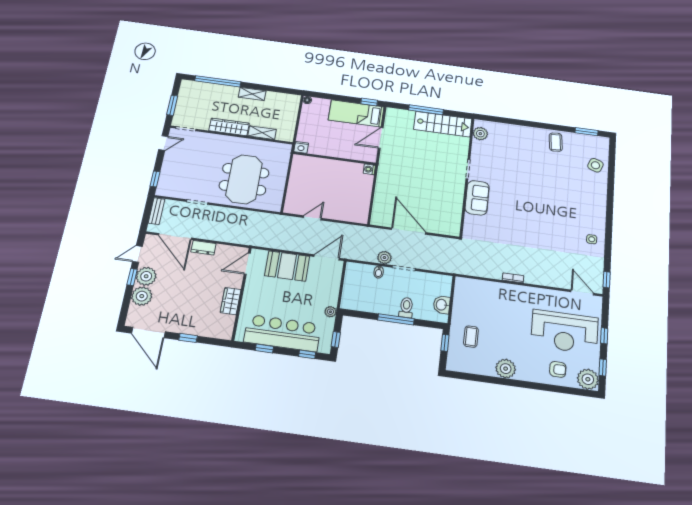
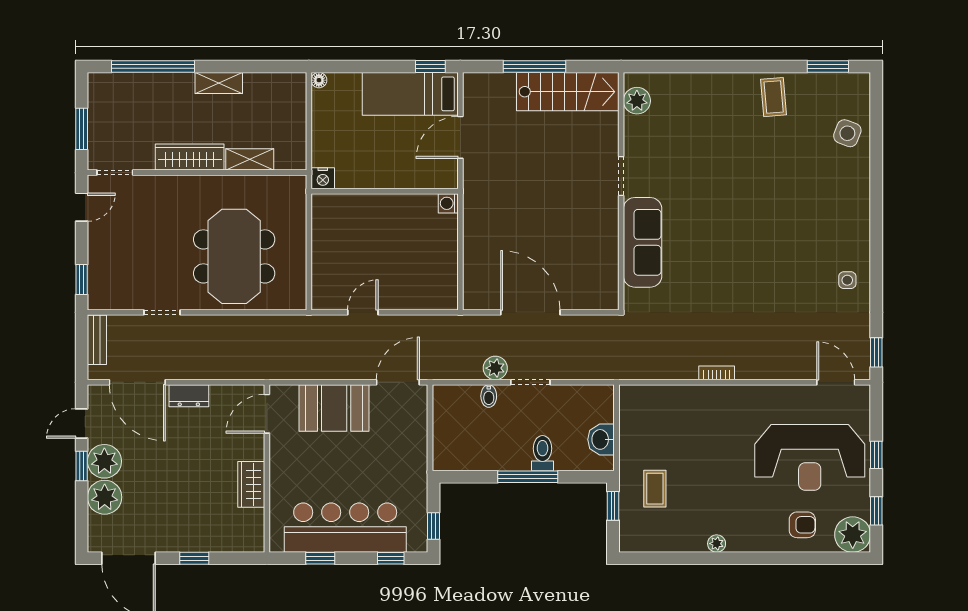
sofa: (477, 198) -> (643, 242), width x1.36
plant: (330, 312) -> (418, 479), removed
plant: (506, 369) -> (717, 544), width x0.53, depth x0.53

